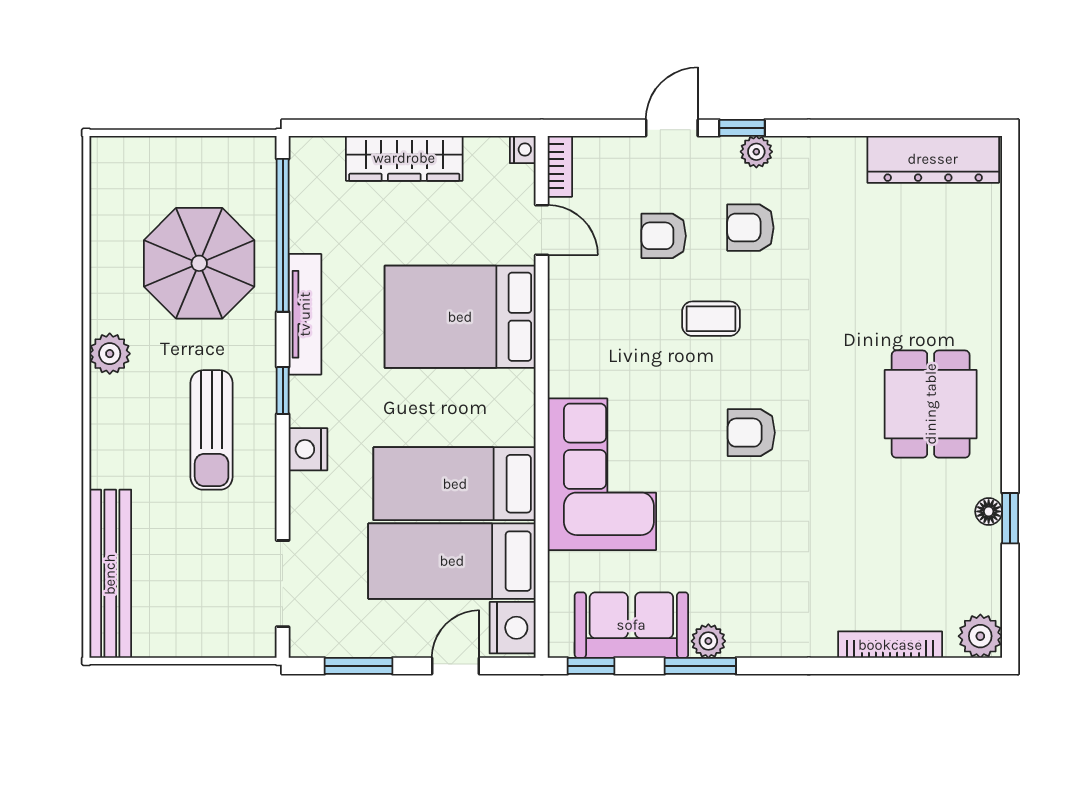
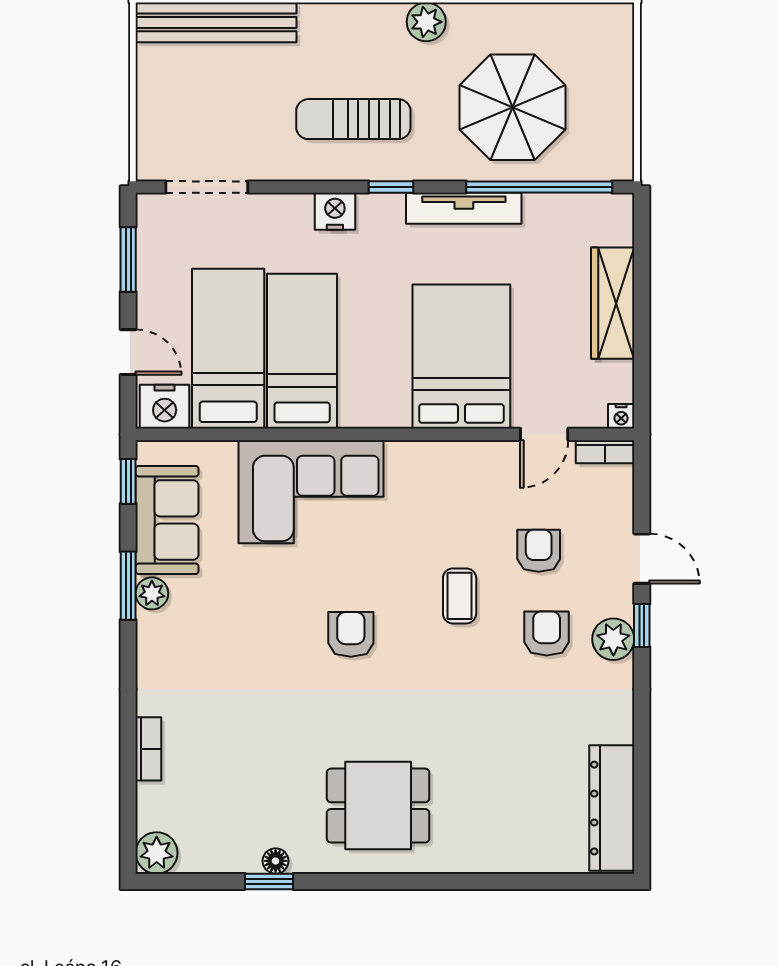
plant: (756, 152) -> (613, 639), width x1.38, depth x1.38
bookcase: (890, 645) -> (148, 749), width x0.64

